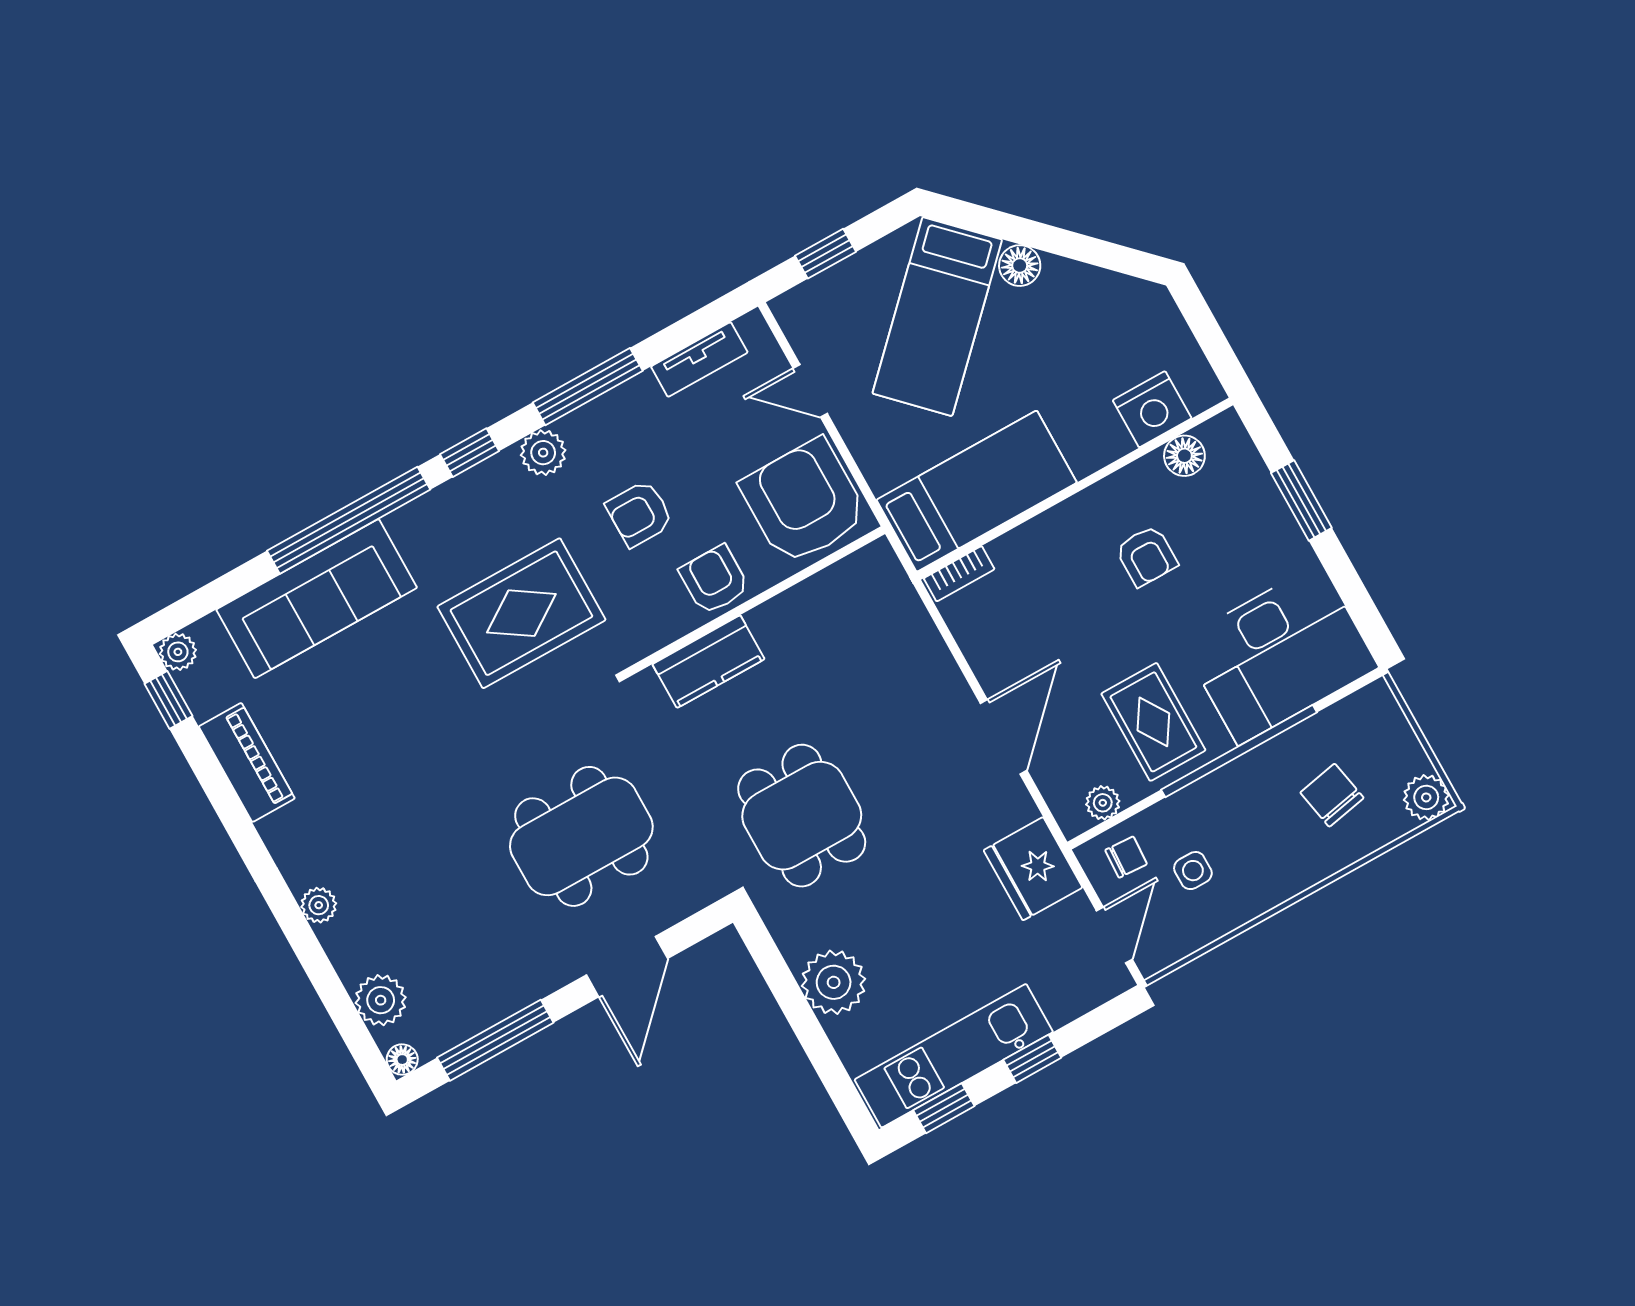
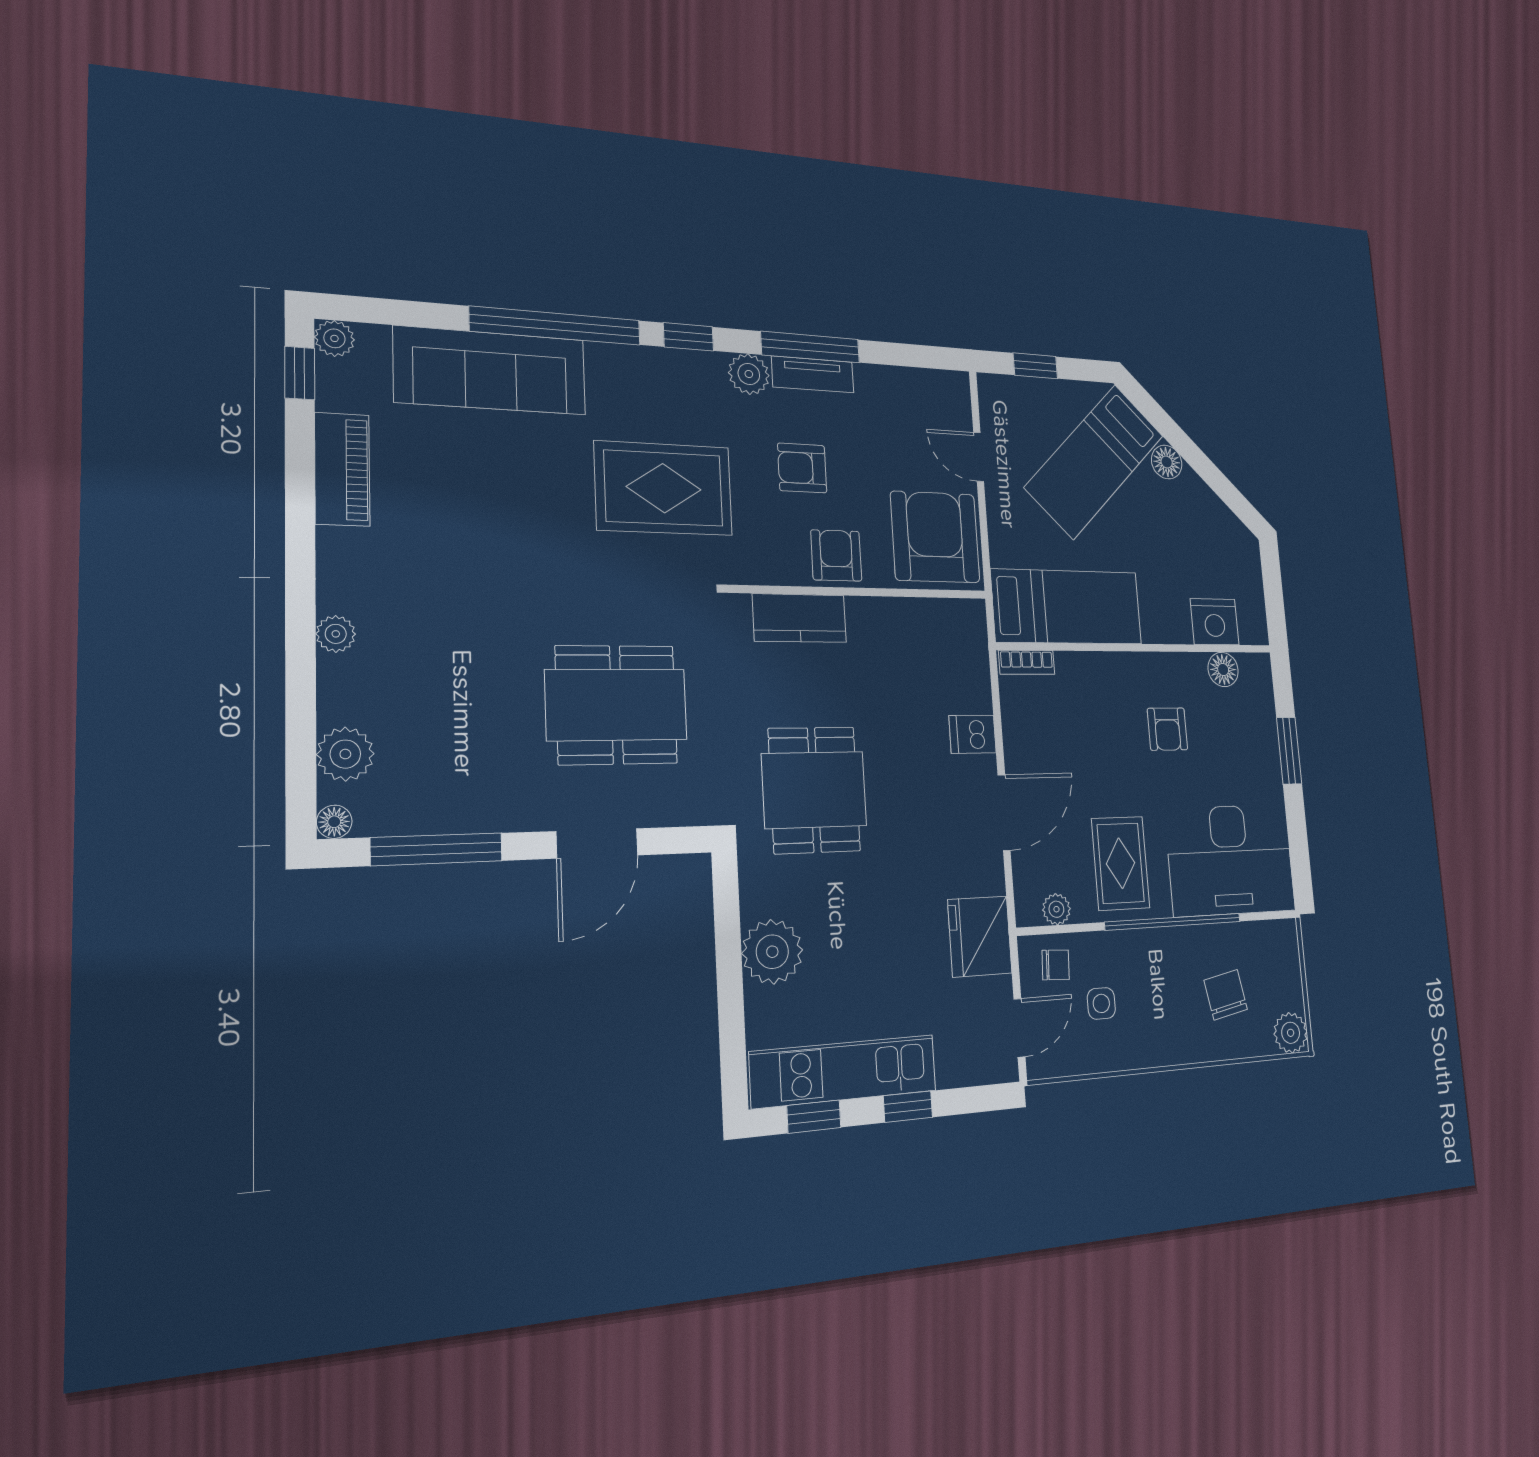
tv unit: (699, 360) -> (813, 374), moved
dishwasher: (935, 678) -> (973, 734), added

